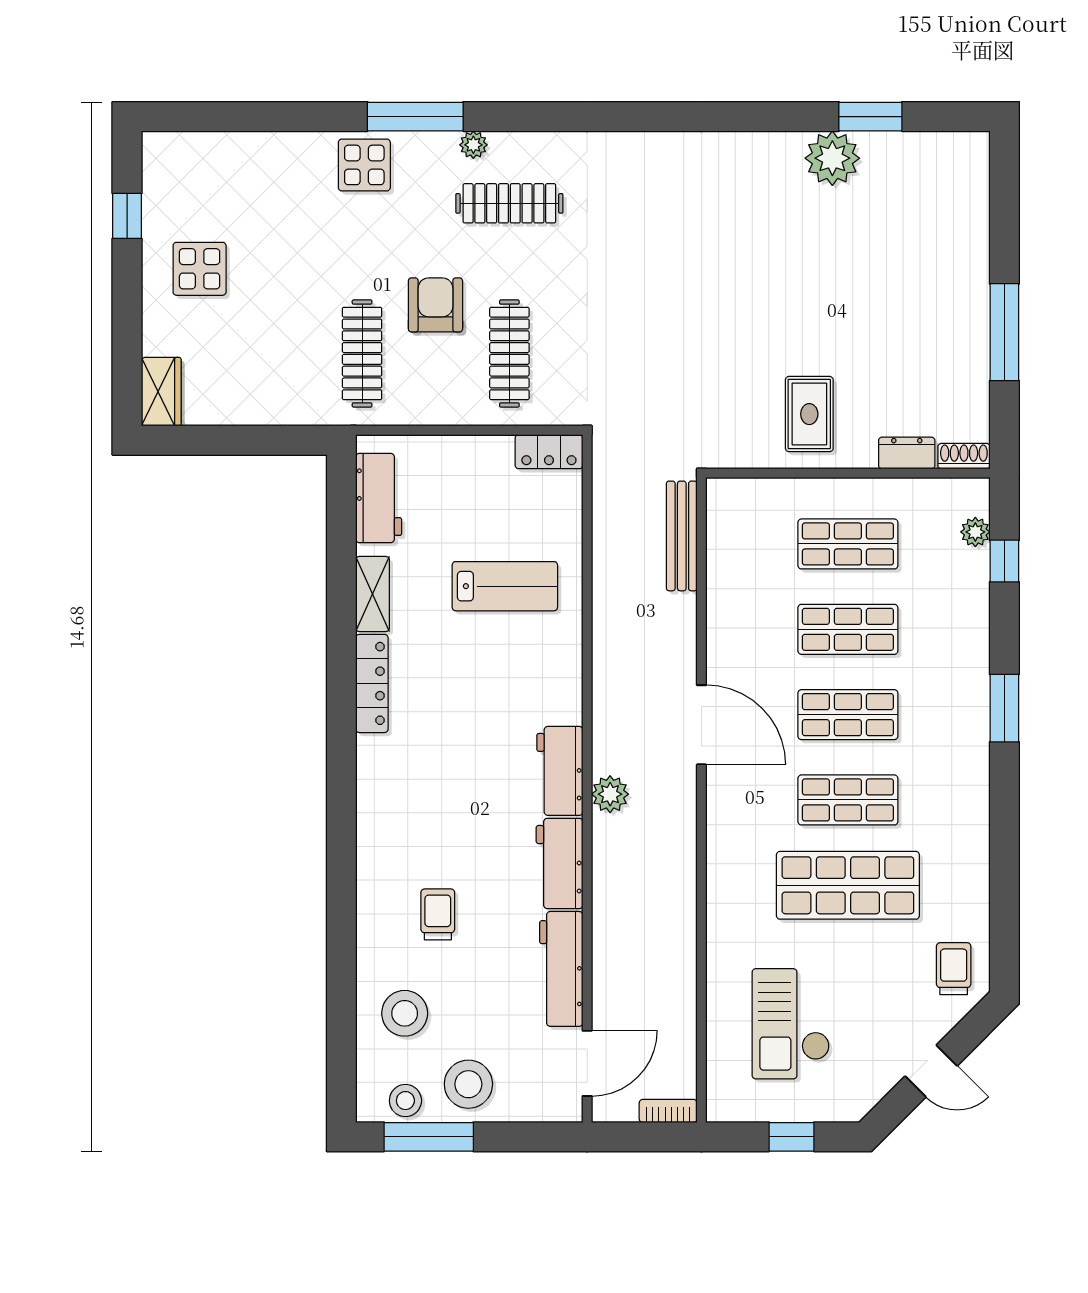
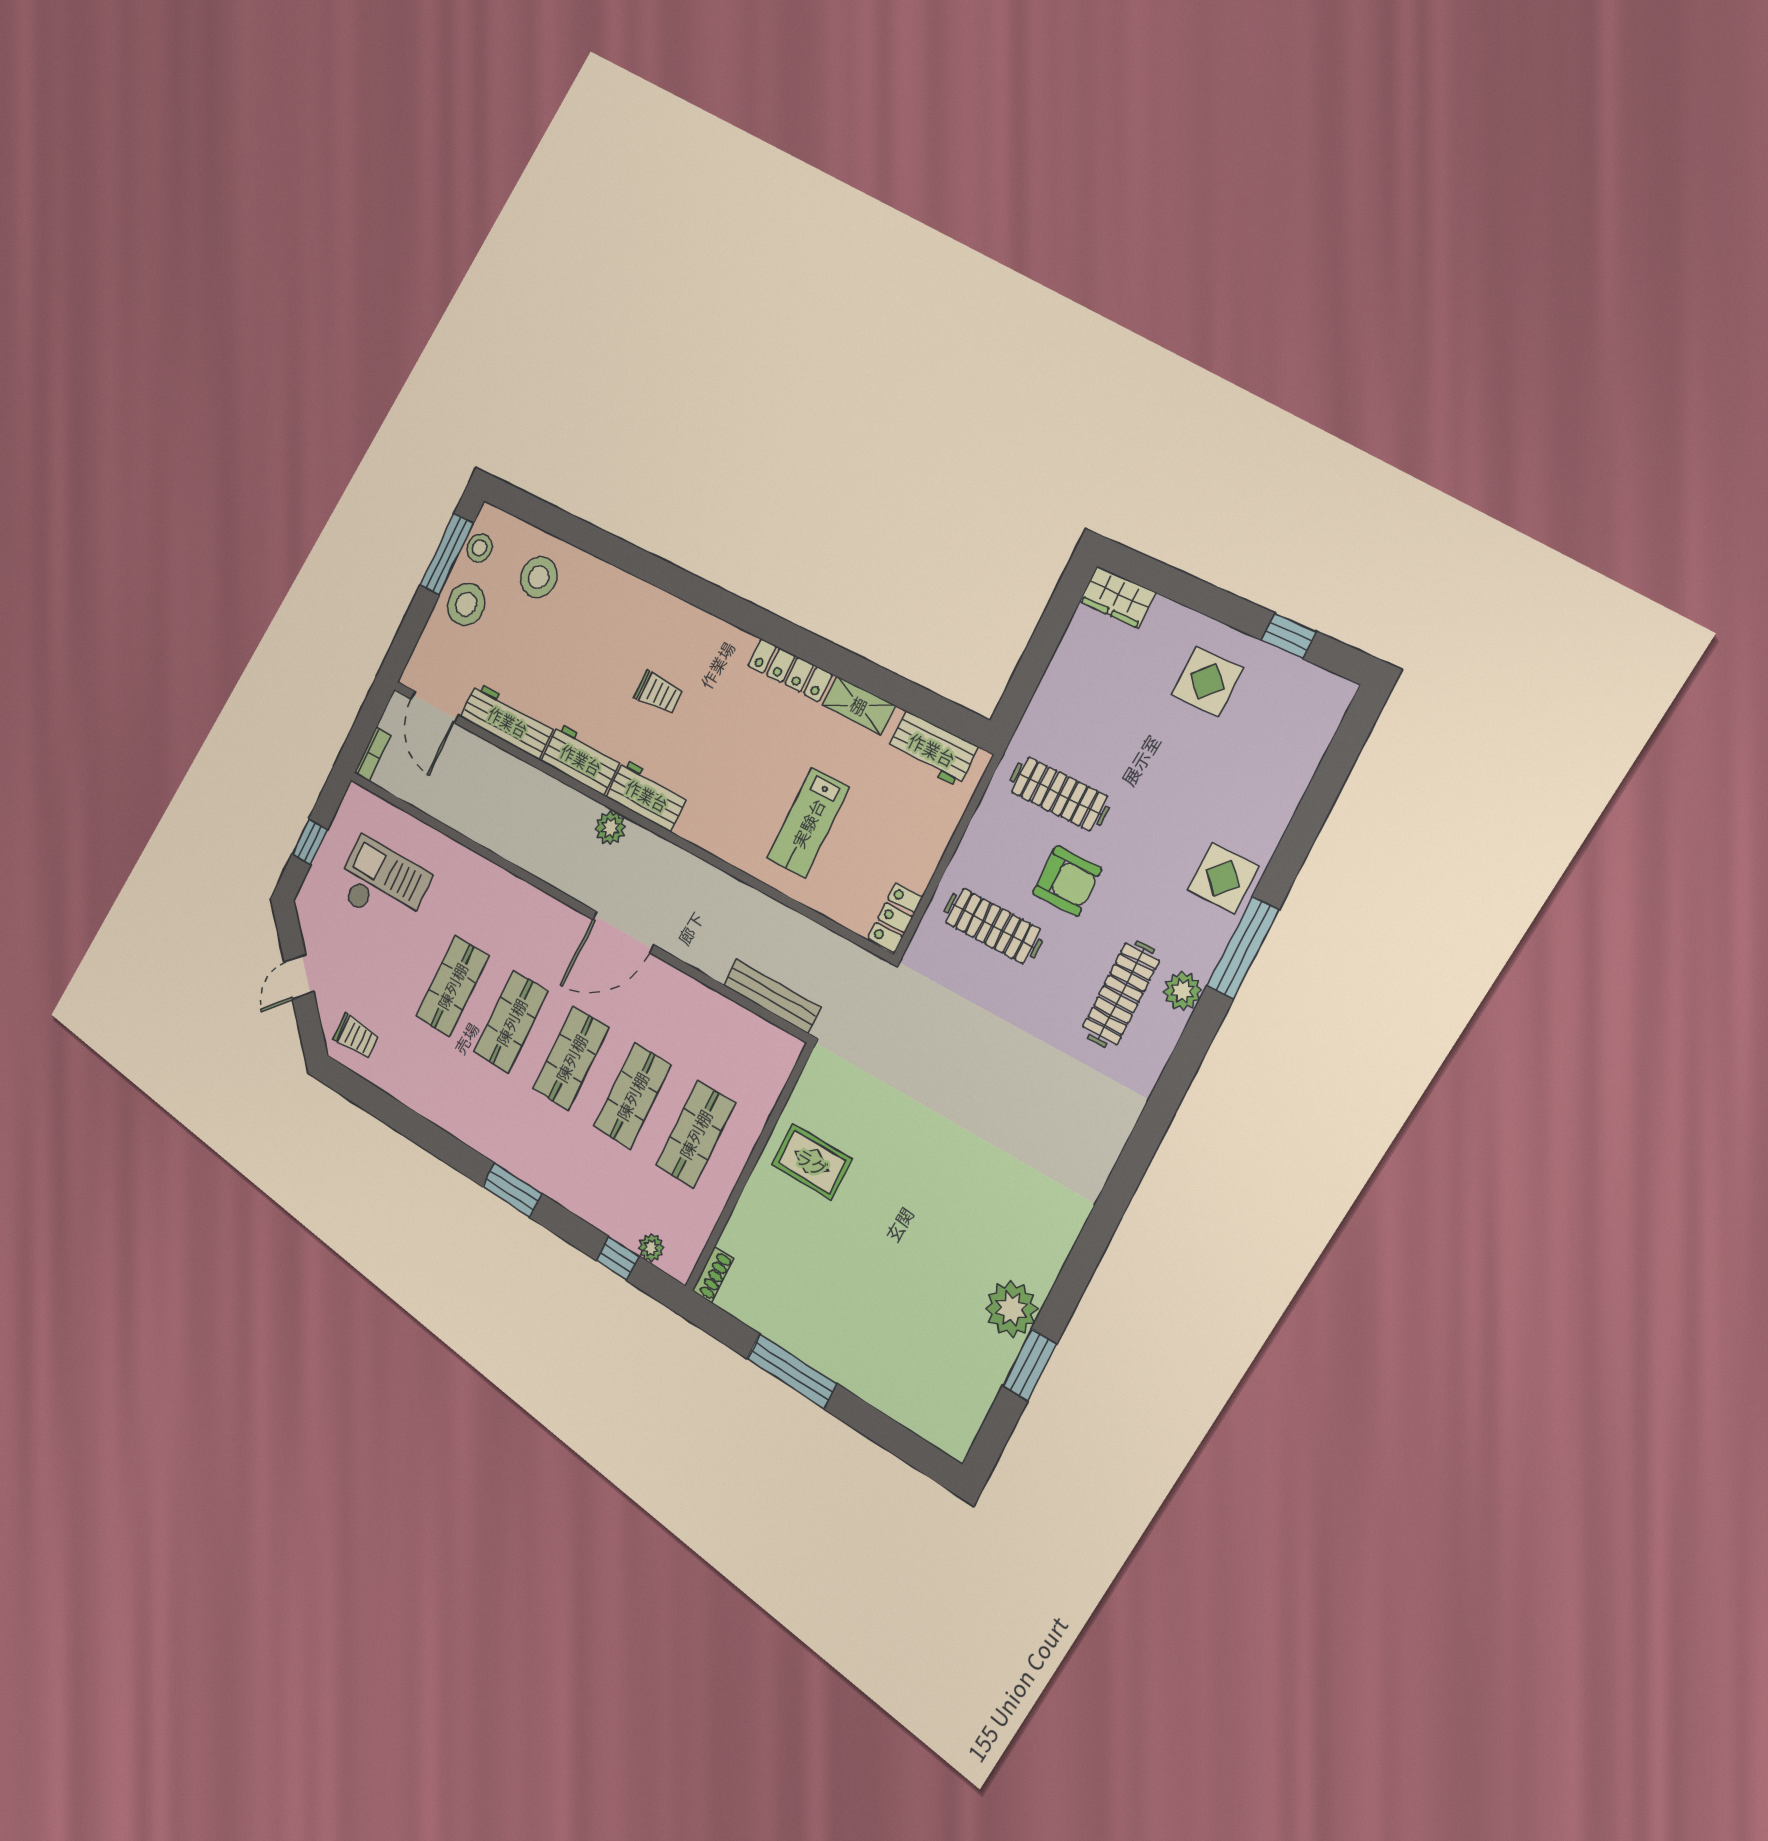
plant: (473, 145) -> (1183, 991), width x1.38, depth x1.38
dresser: (907, 453) -> (740, 1227), removed
shop shelf: (848, 885) -> (452, 986), width x0.70, depth x0.74
trolley: (438, 914) -> (659, 693), moved

